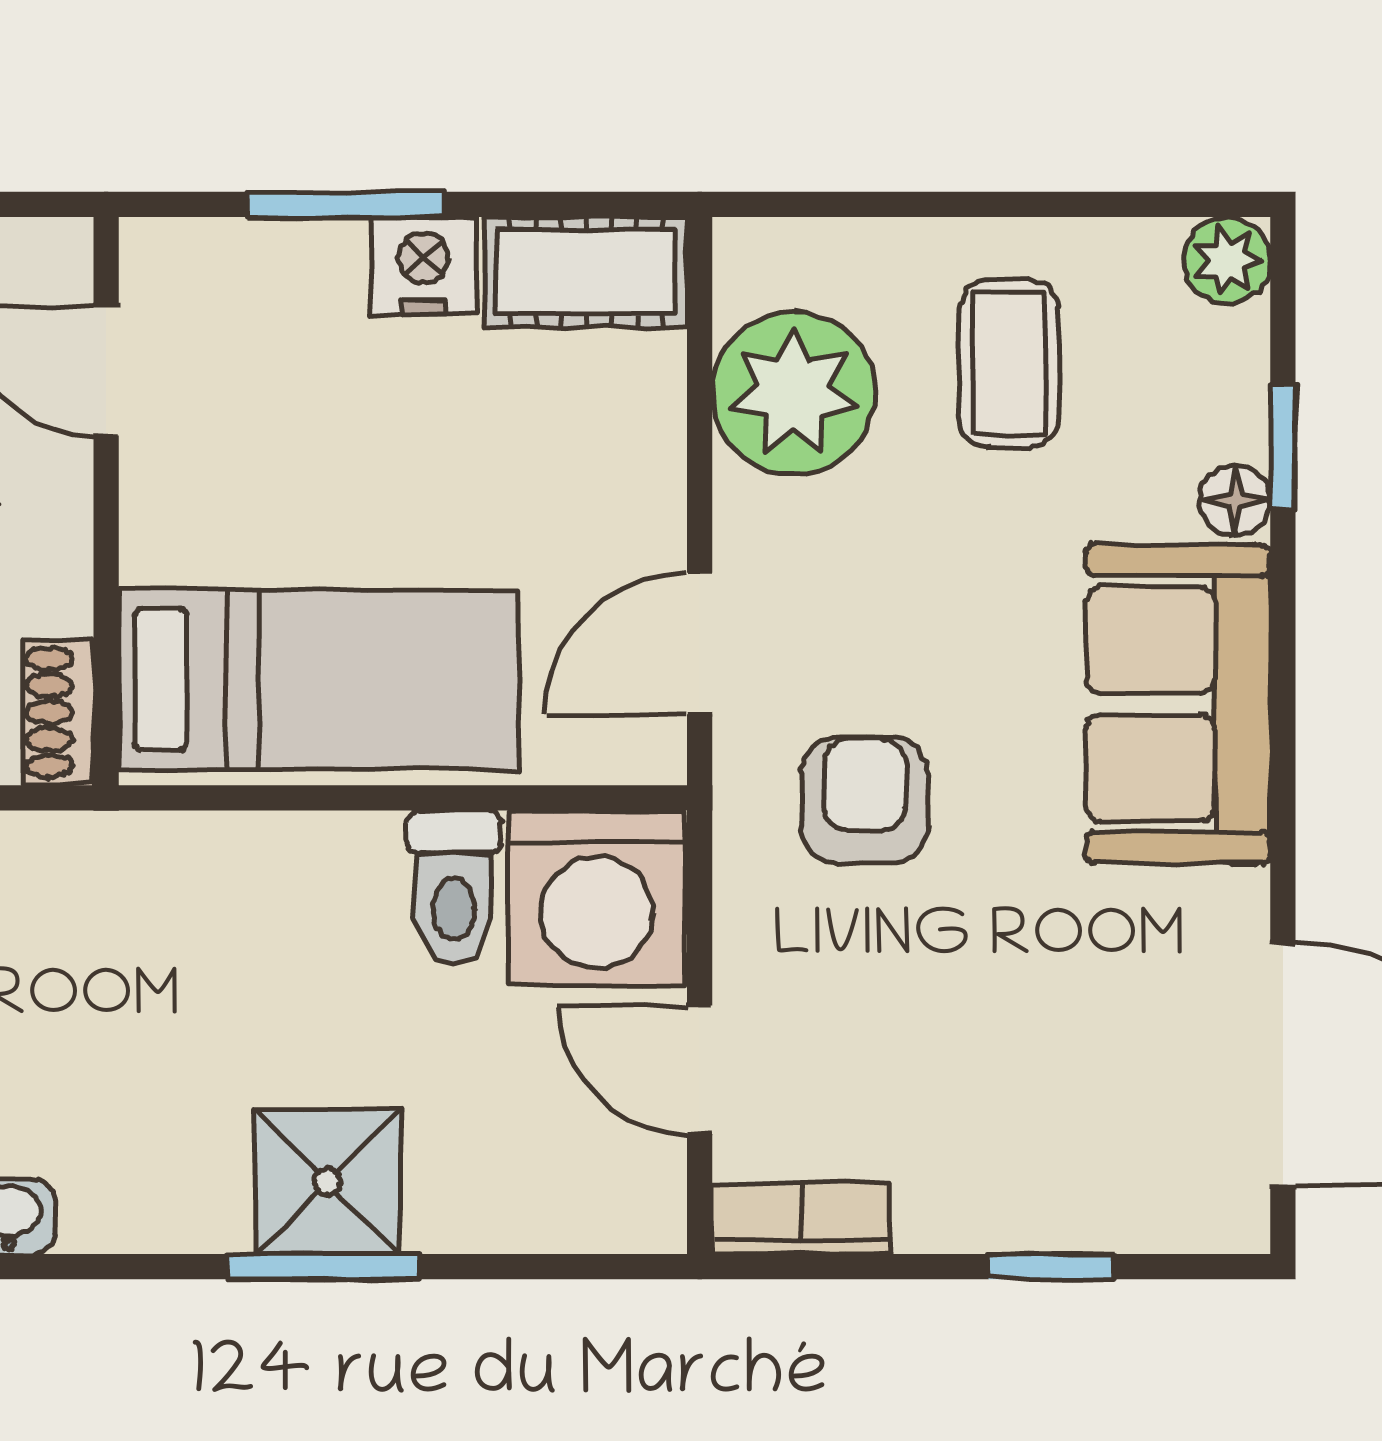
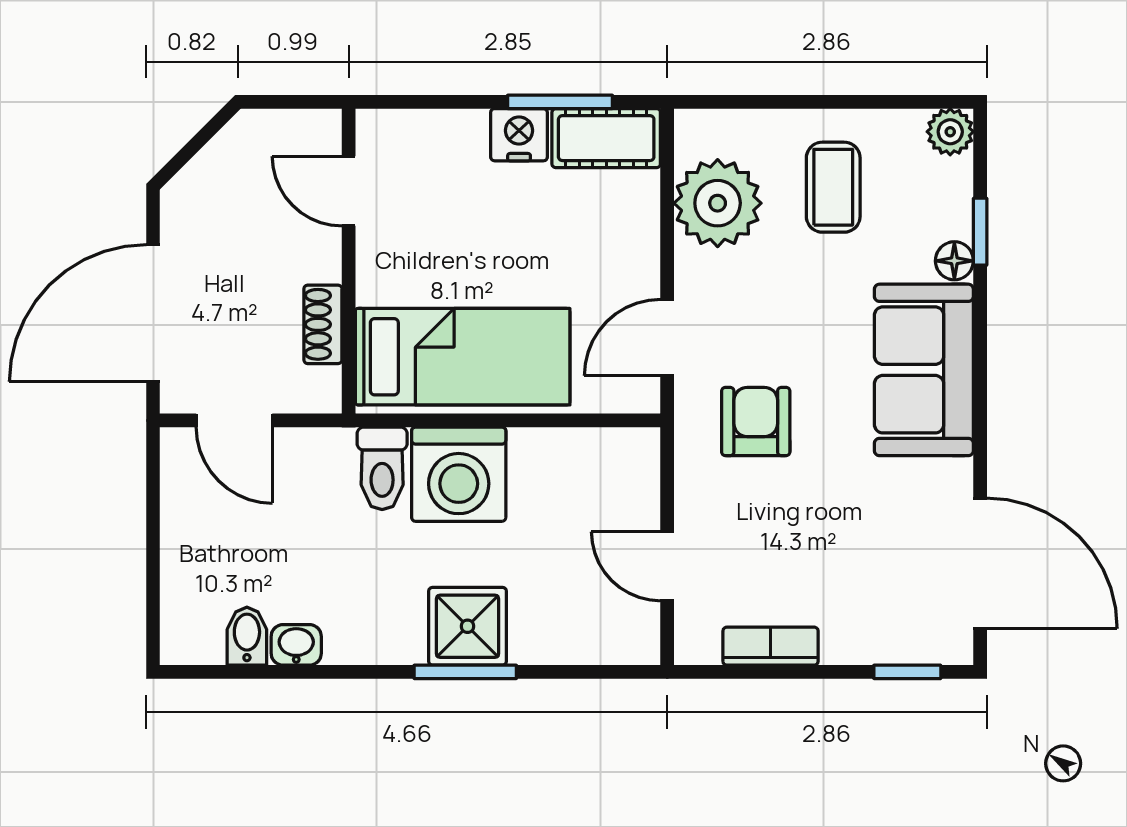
window: (347, 204) -> (560, 102), moved
shoe rack: (58, 712) -> (323, 324), moved
toilet: (454, 887) -> (382, 468), moved
washing machine: (597, 898) -> (459, 474), moved
bookcase: (801, 1219) -> (771, 646), moved
window: (1051, 1267) -> (907, 672), moved

